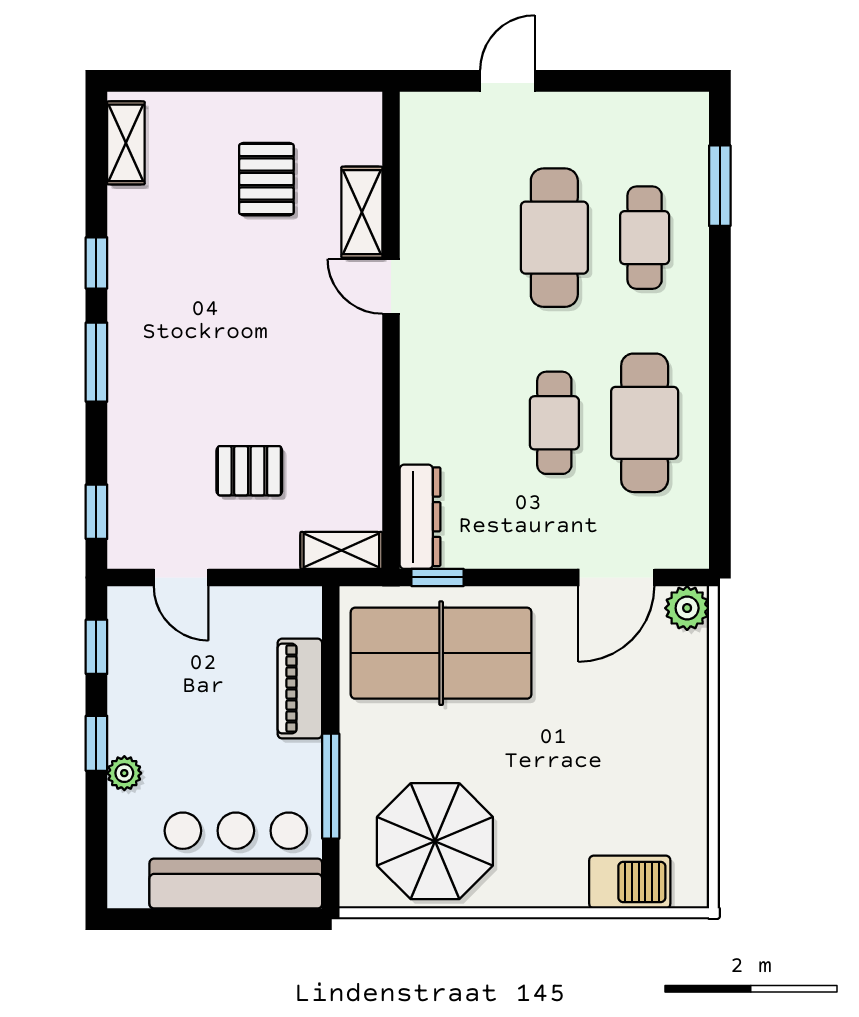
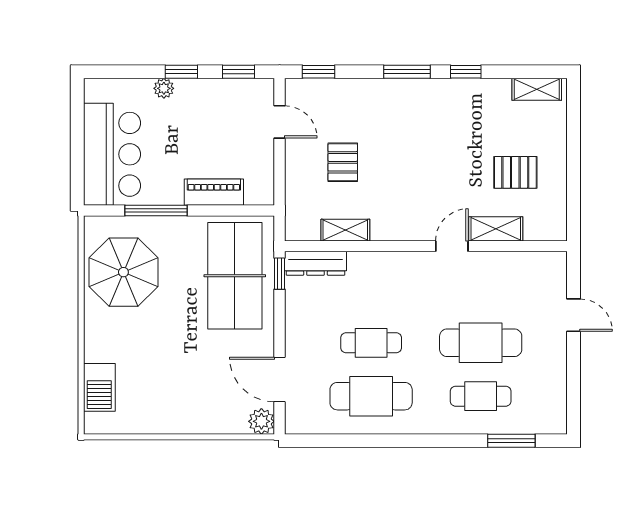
shelving: (341, 550) -> (345, 230), moved, turned 90
door: (181, 577) -> (280, 122), swing flipped

